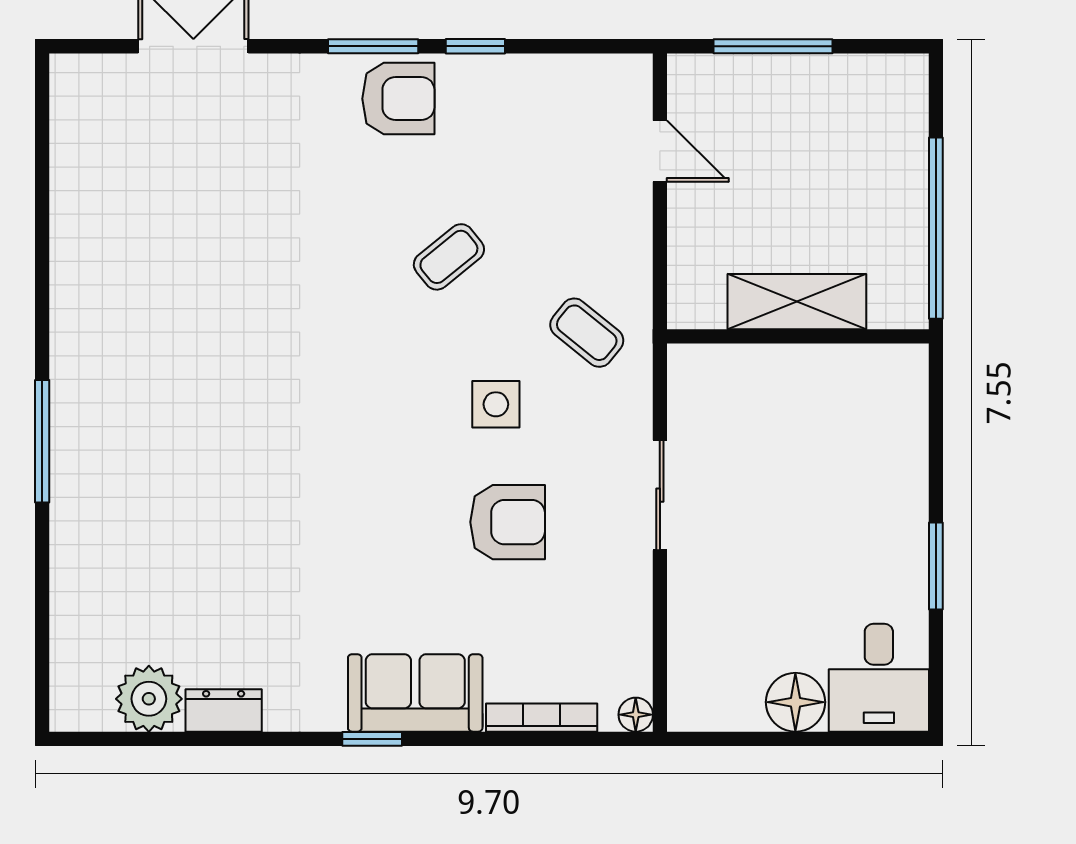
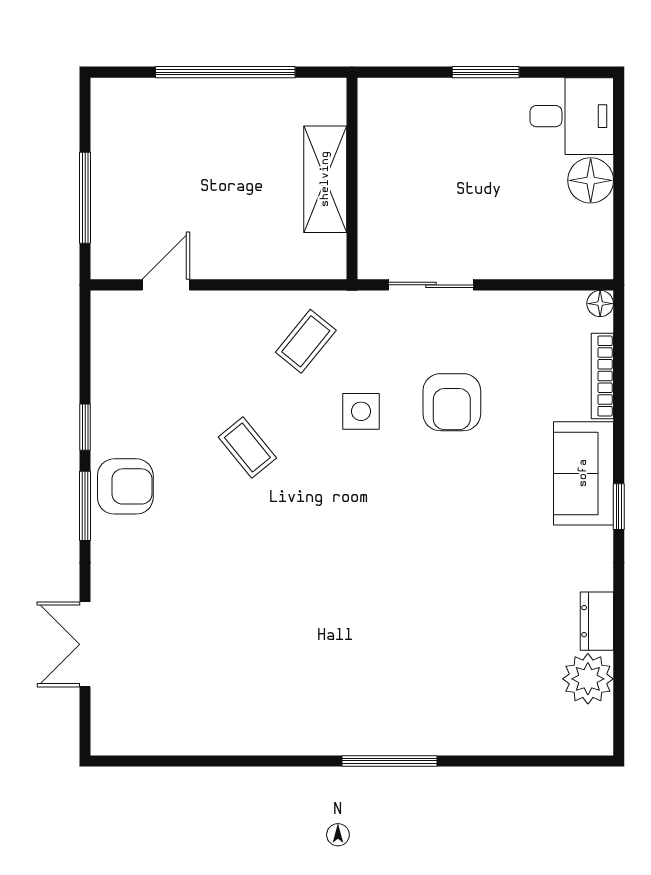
armchair: (398, 99) -> (125, 486), turned 90
shelving: (797, 302) -> (325, 179), moved
wall: (798, 336) -> (352, 179), moved
armchair: (508, 522) -> (452, 402), turned 180

